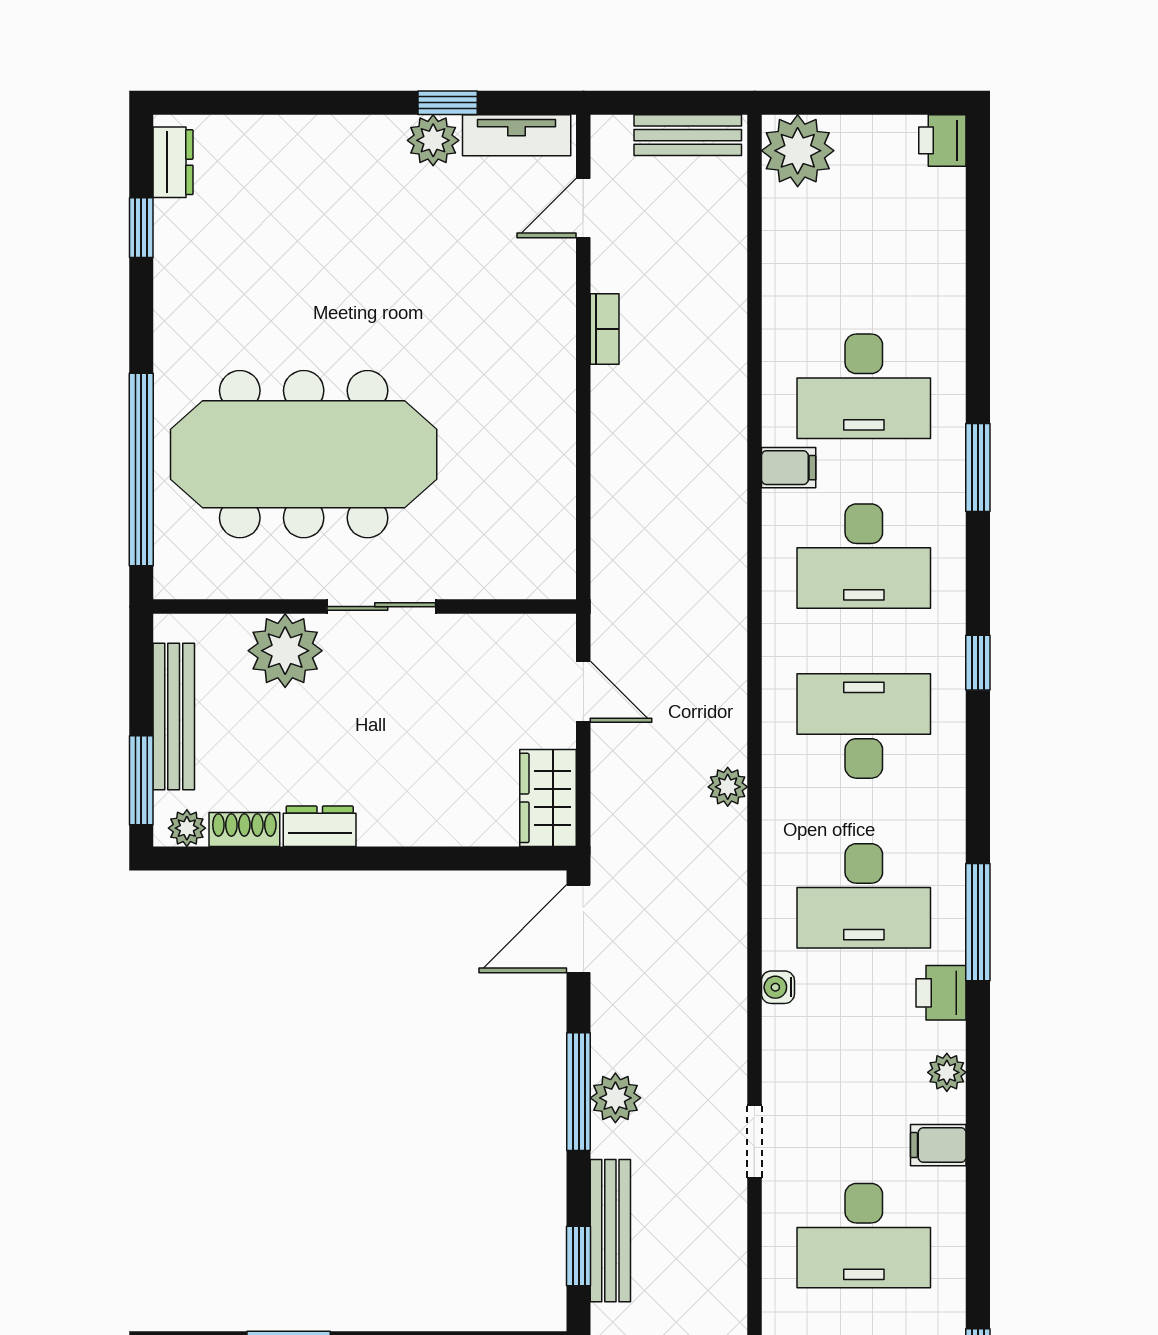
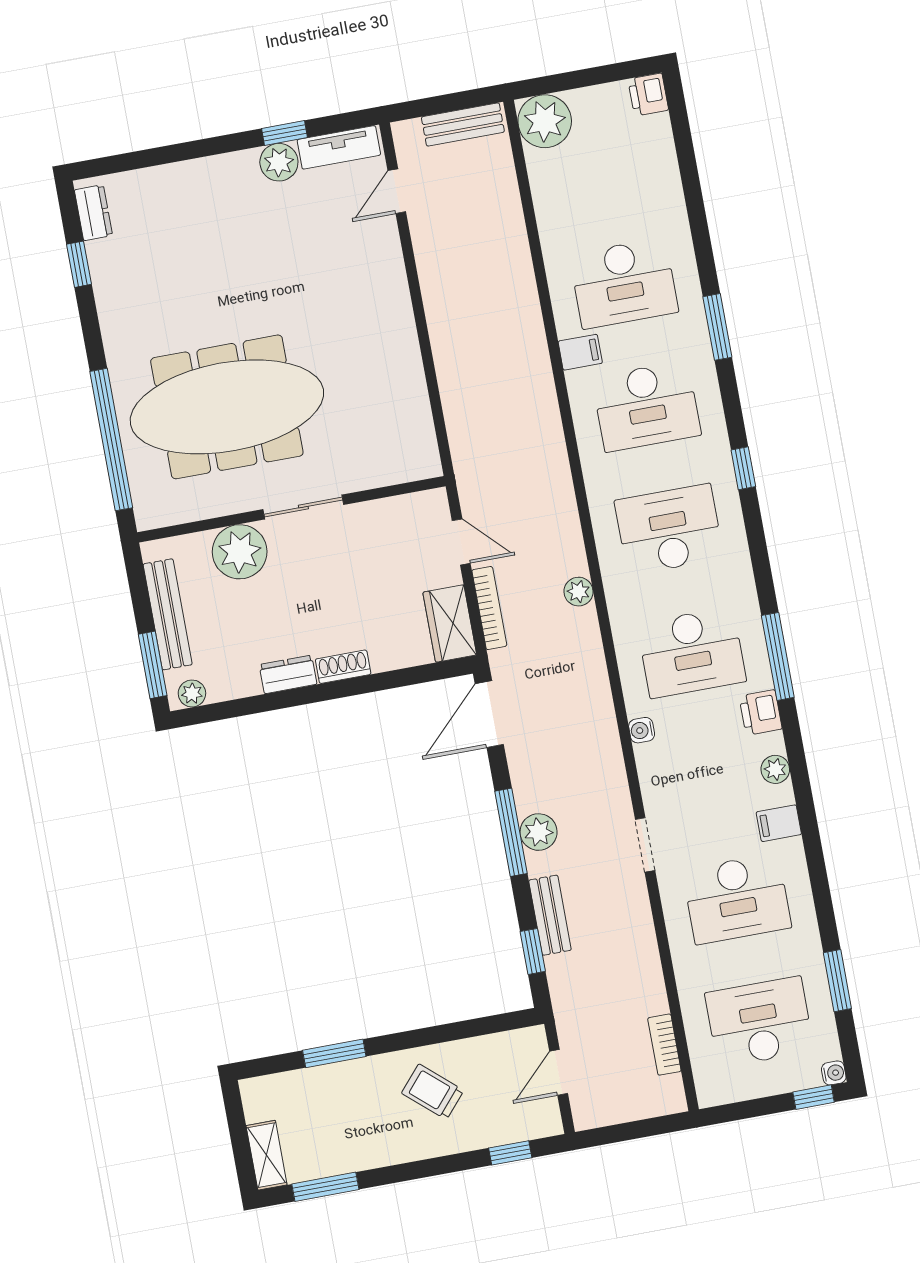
bookcase: (605, 329) -> (489, 608), moved, width x1.56
shoe rack: (244, 829) -> (343, 667), moved
bench: (610, 1231) -> (550, 915), width x0.73

